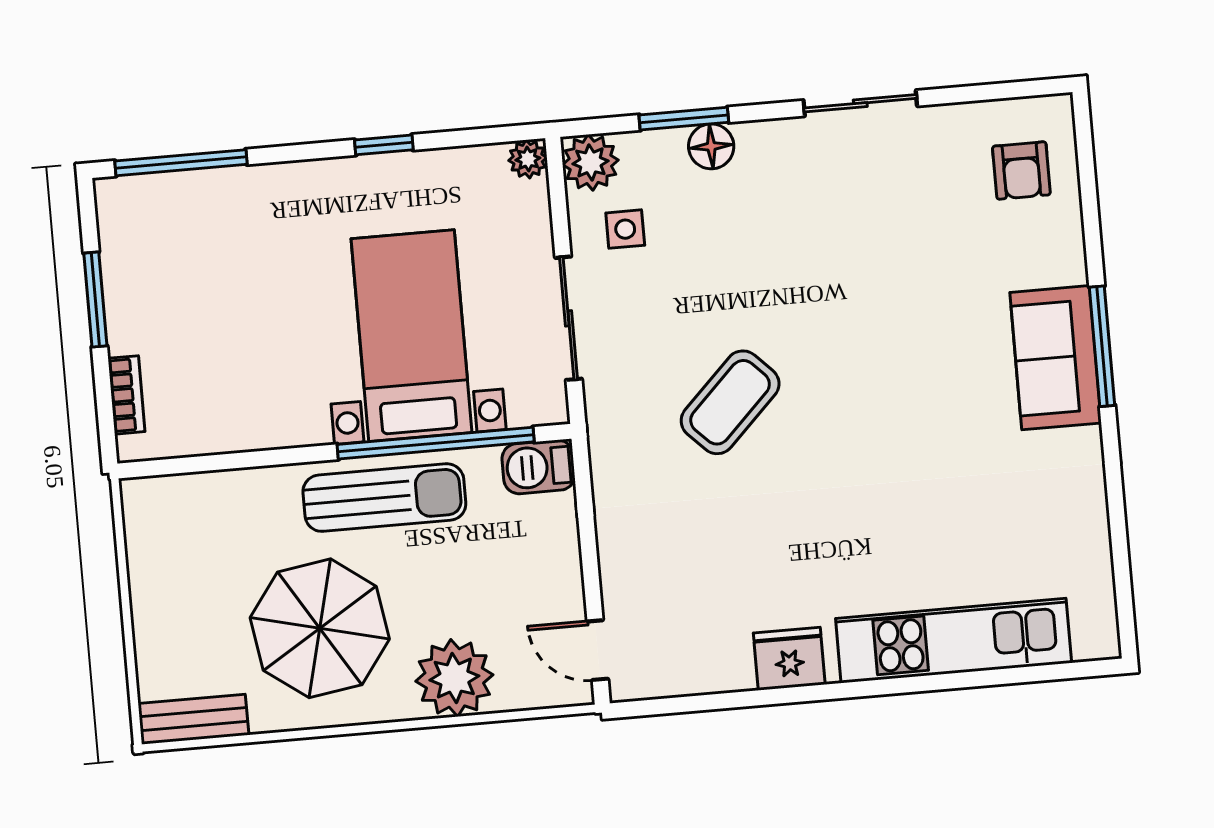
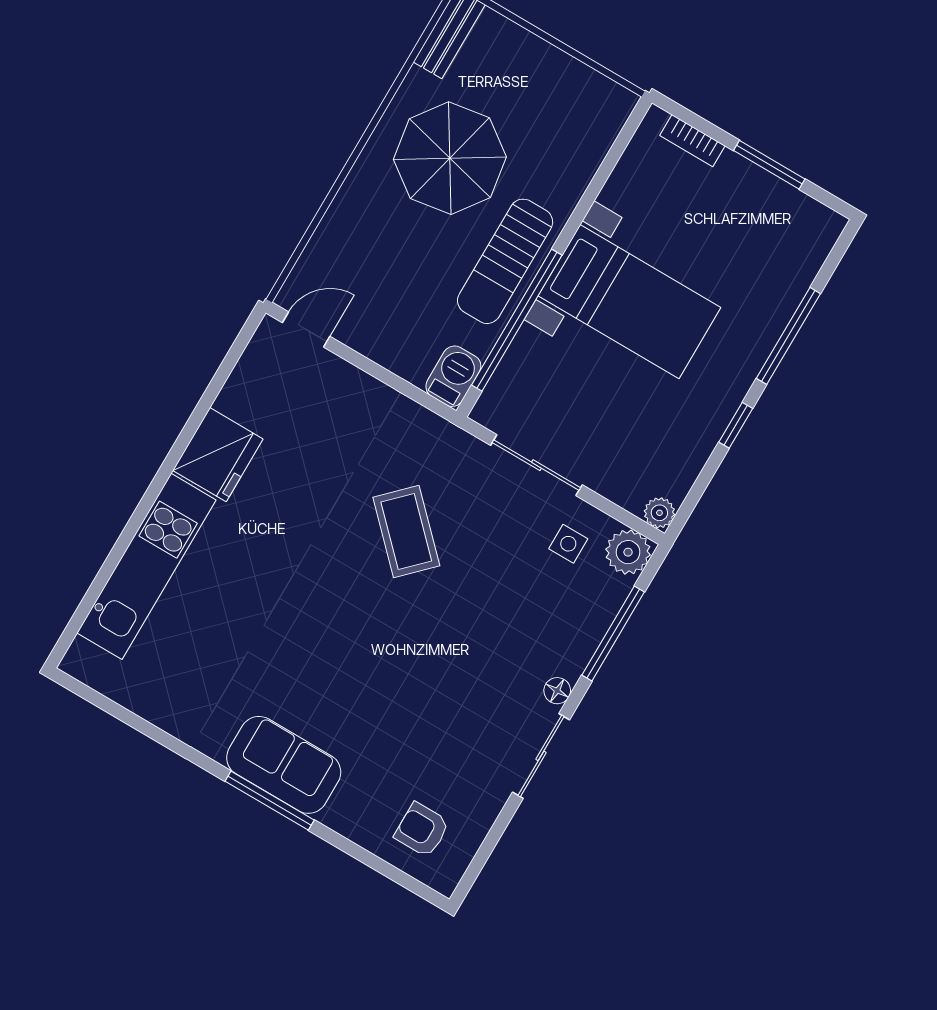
window: (684, 119) -> (613, 633), width x1.44
floor lamp: (711, 146) -> (557, 691), moved, width x0.73, depth x0.73
window: (181, 163) -> (788, 336), moved
bed with nightstands: (412, 336) -> (629, 302), moved
fridge: (789, 659) -> (218, 455), width x1.36, depth x1.34
plant: (454, 678) -> (355, 223), removed

